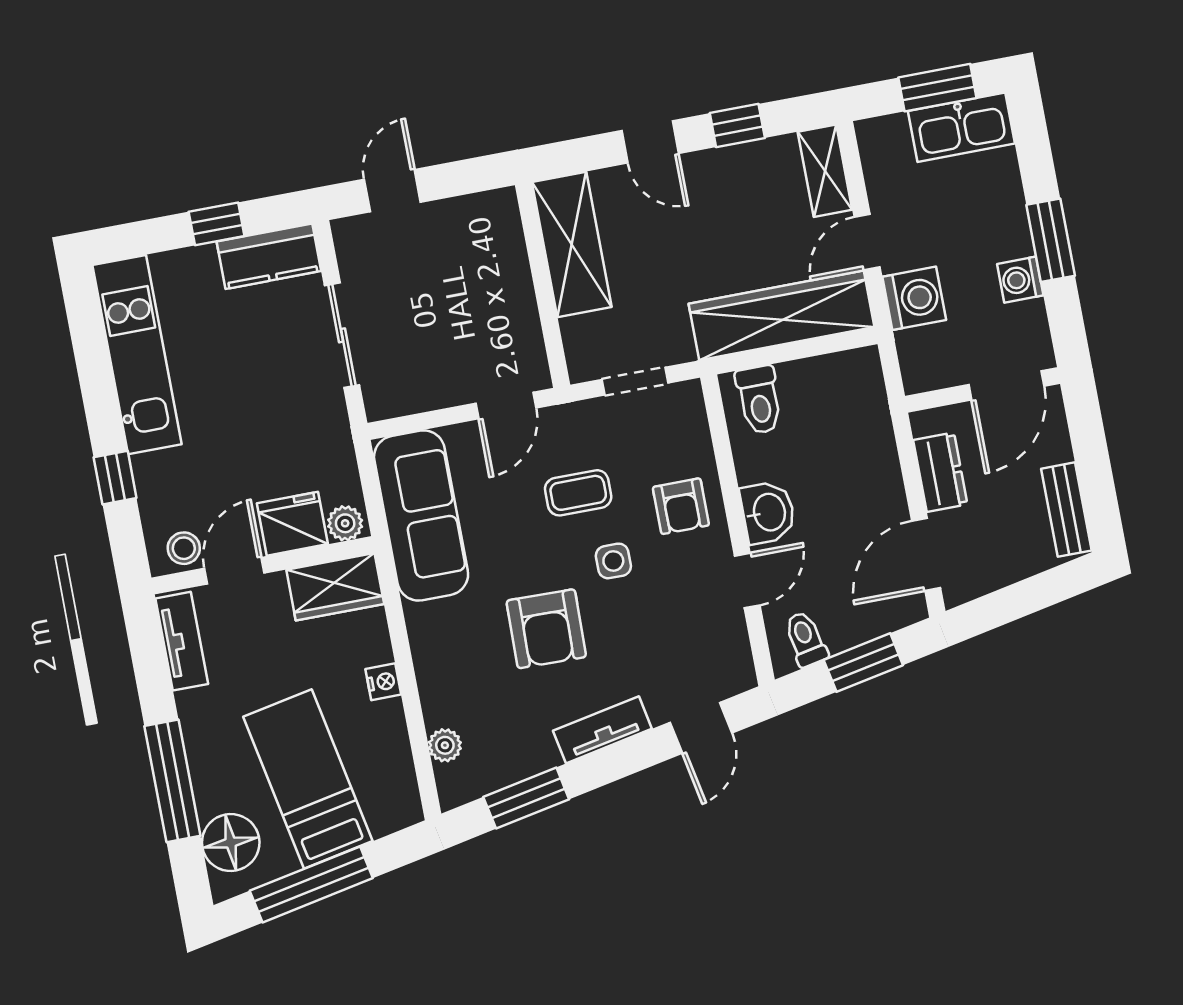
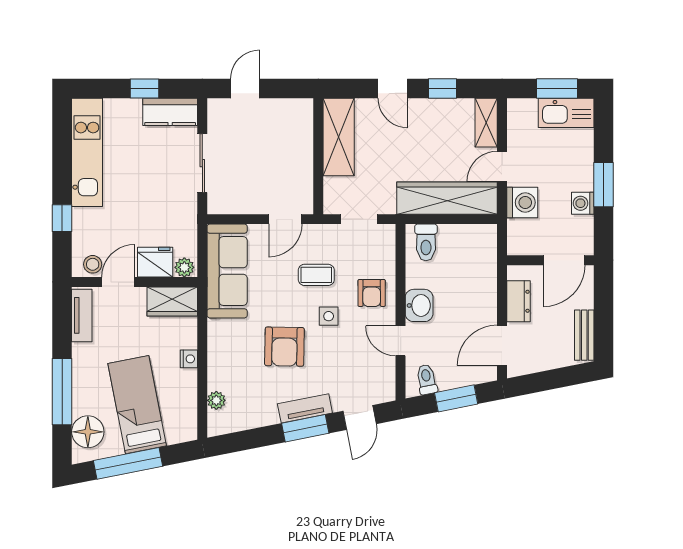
door: (747, 580) -> (401, 341), swing flipped
window: (526, 798) -> (305, 428), moved

